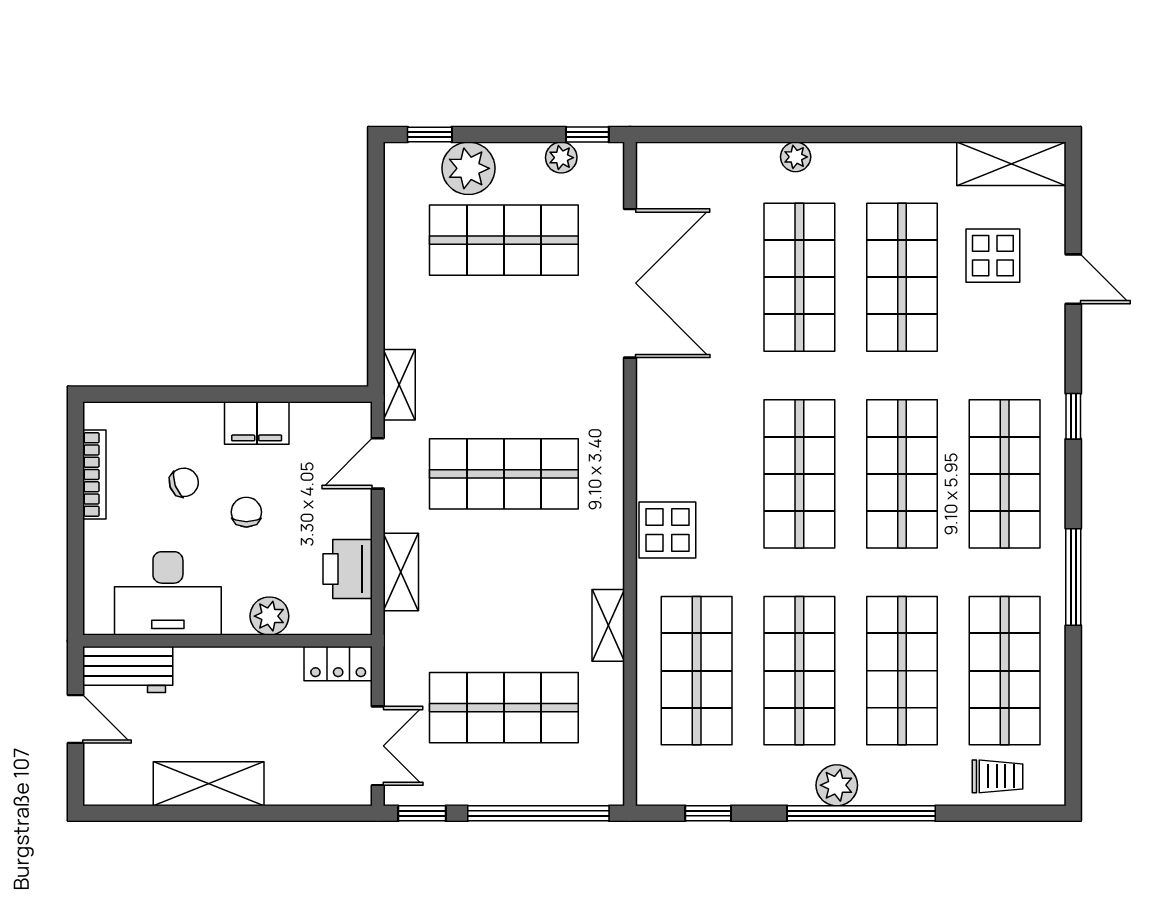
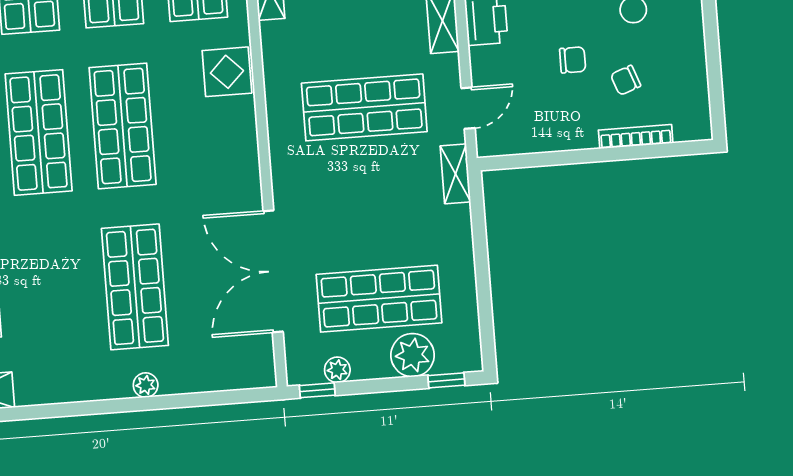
shop shelf: (902, 277) -> (51, 293), removed
filing cabinet: (257, 423) -> (570, 133), removed
bookcase: (94, 474) -> (636, 137), moved, turned 90
chair: (246, 512) -> (573, 60), turned -90

